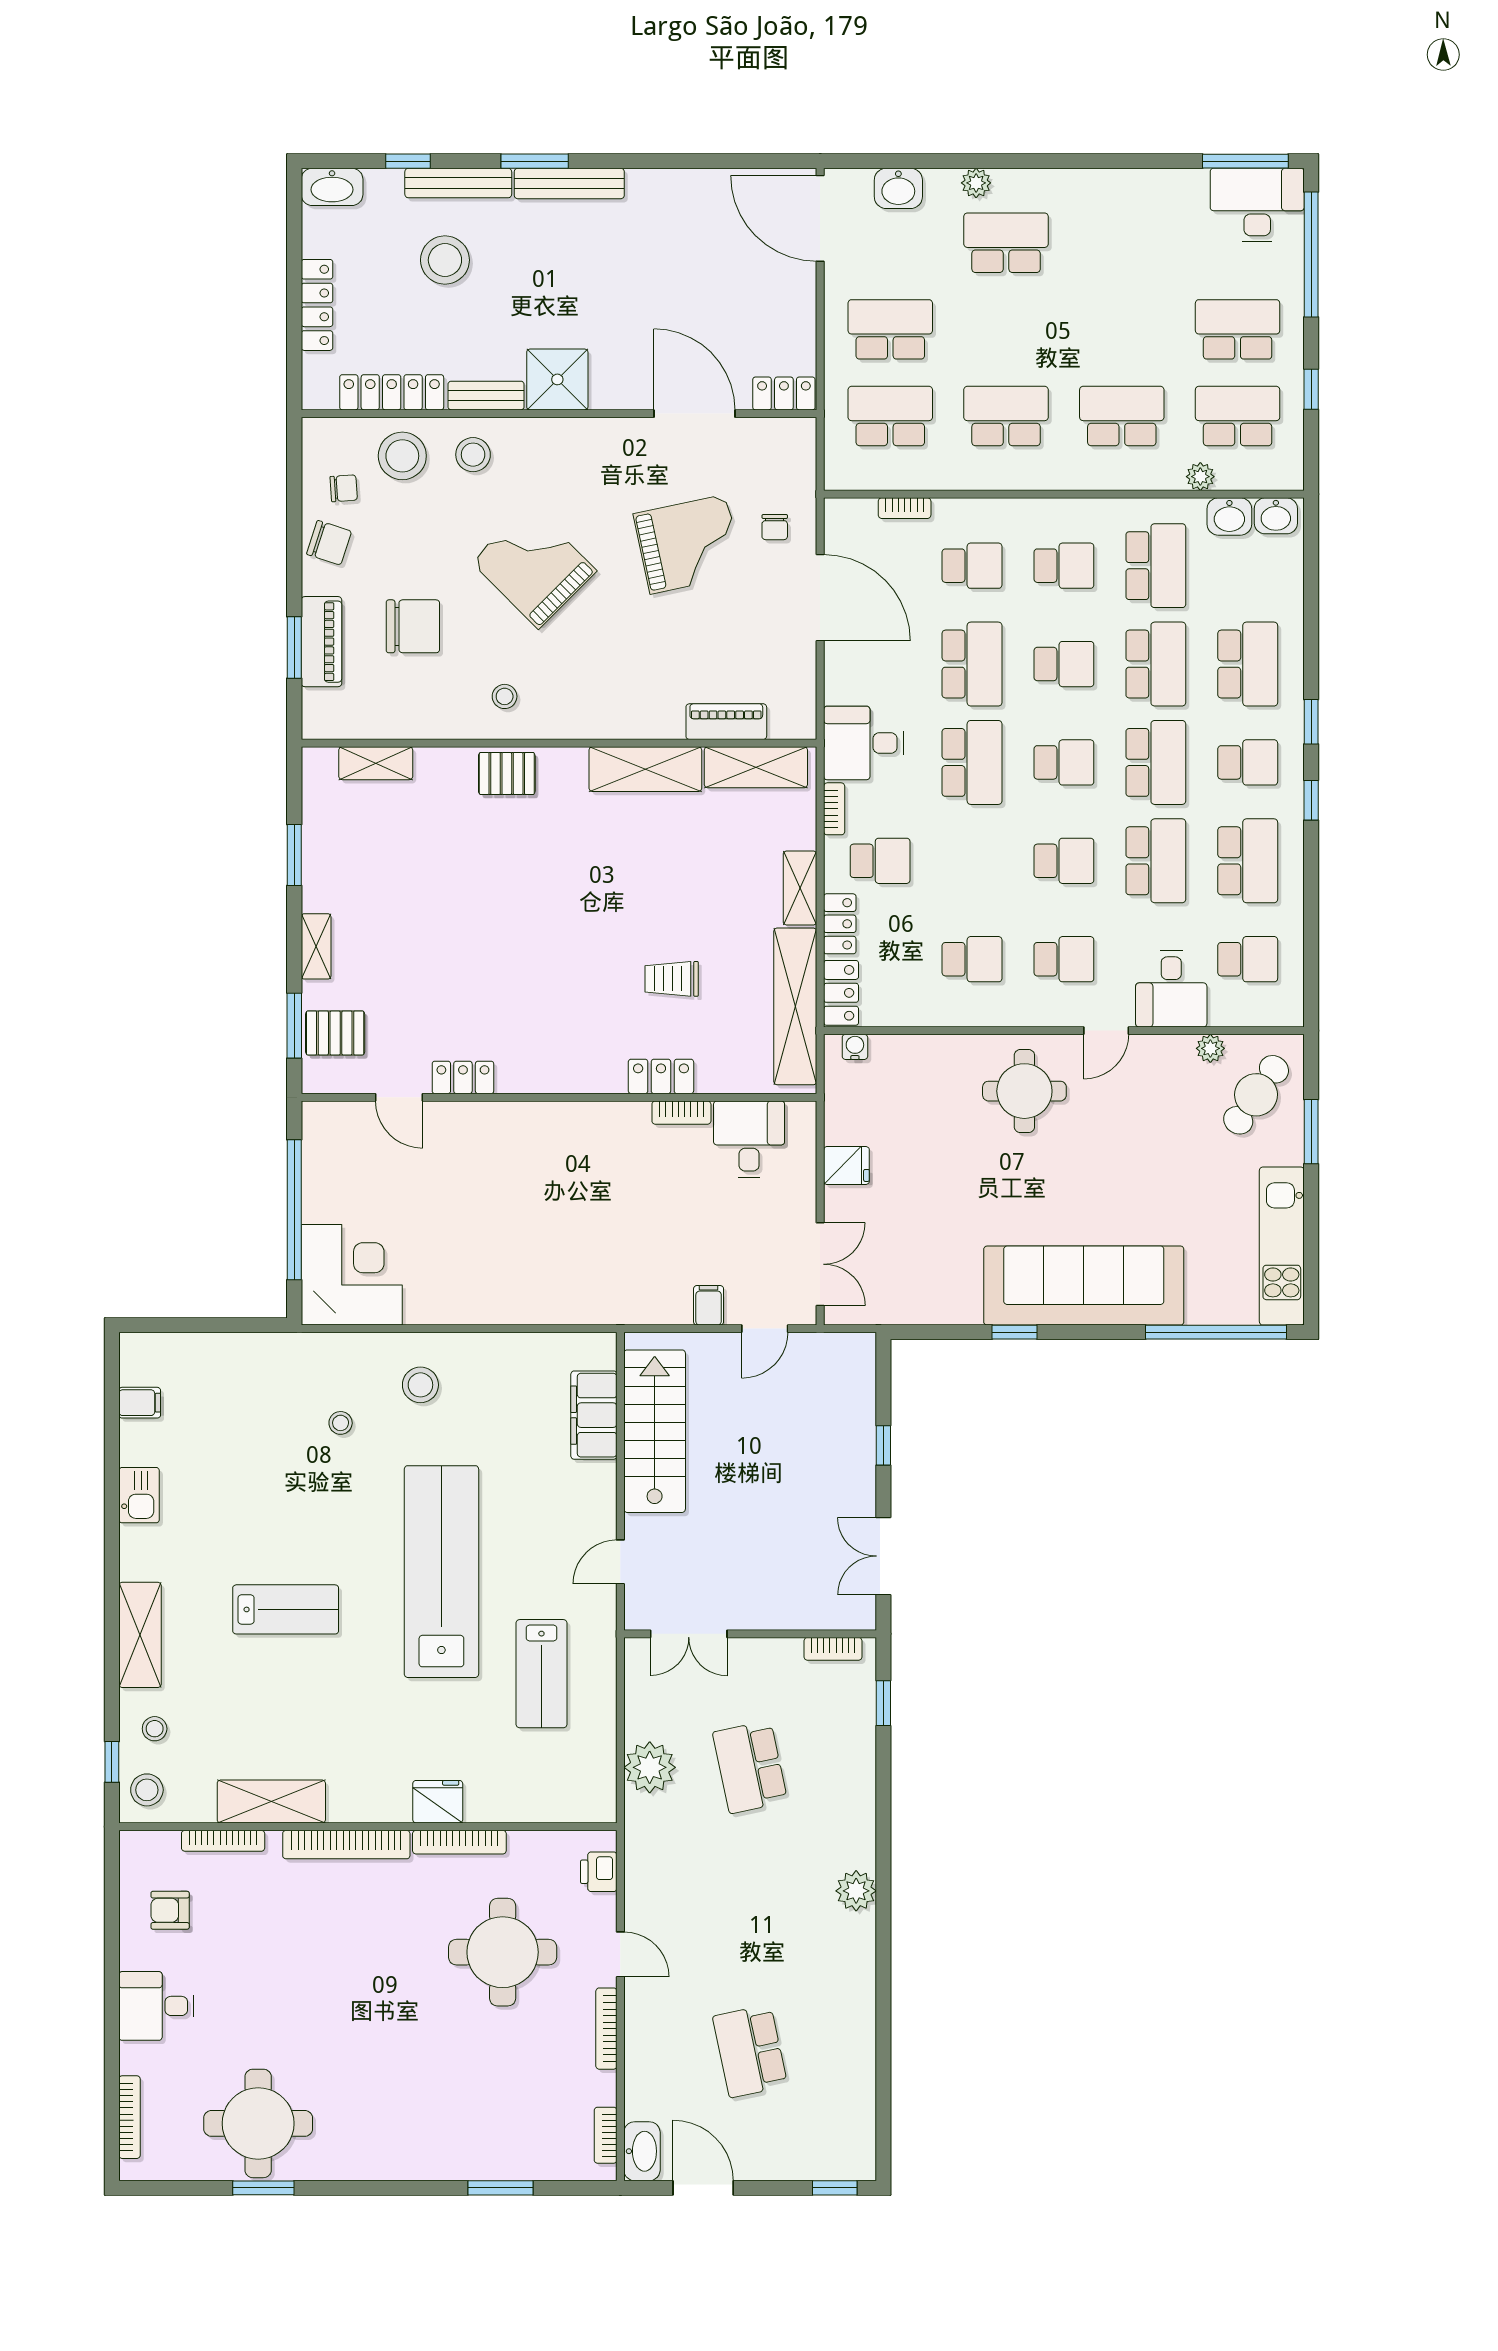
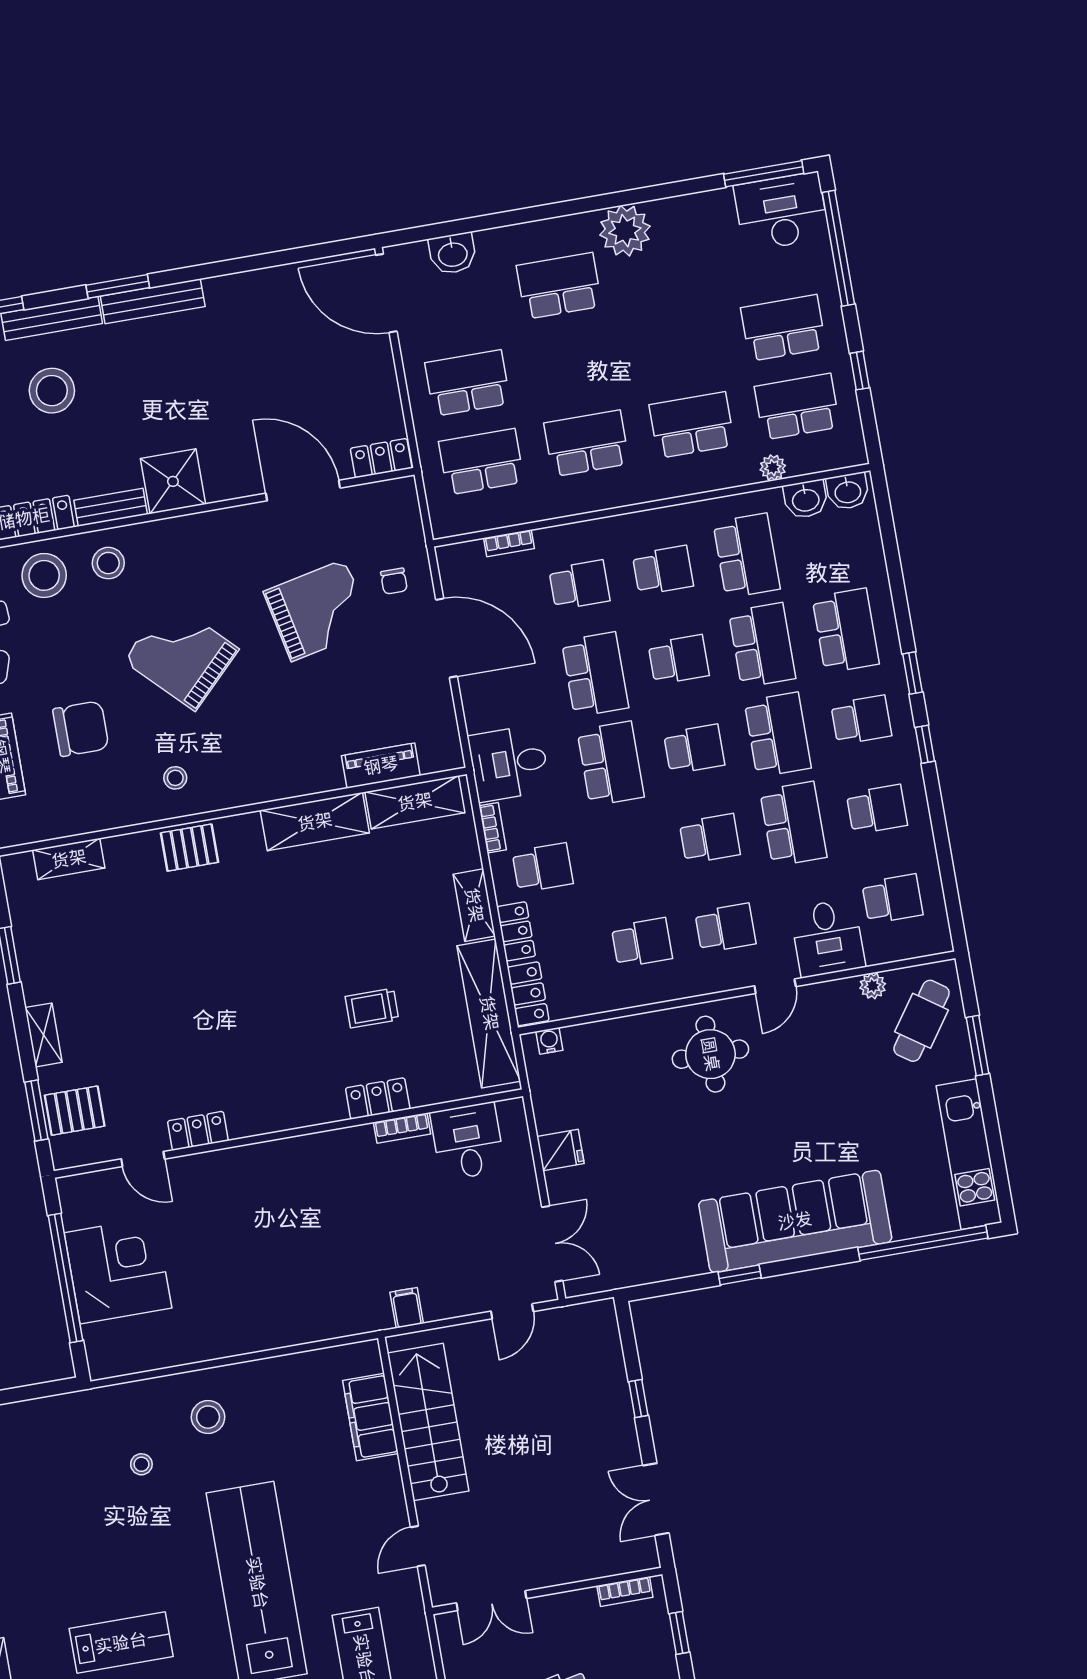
plant: (976, 183) -> (625, 231), moved, width x1.88, depth x1.88
school desk: (1248, 861) -> (877, 809), width x0.54
corner desk: (352, 1275) -> (118, 1270), moved
filing cabinet: (709, 1305) -> (407, 1308), moved

